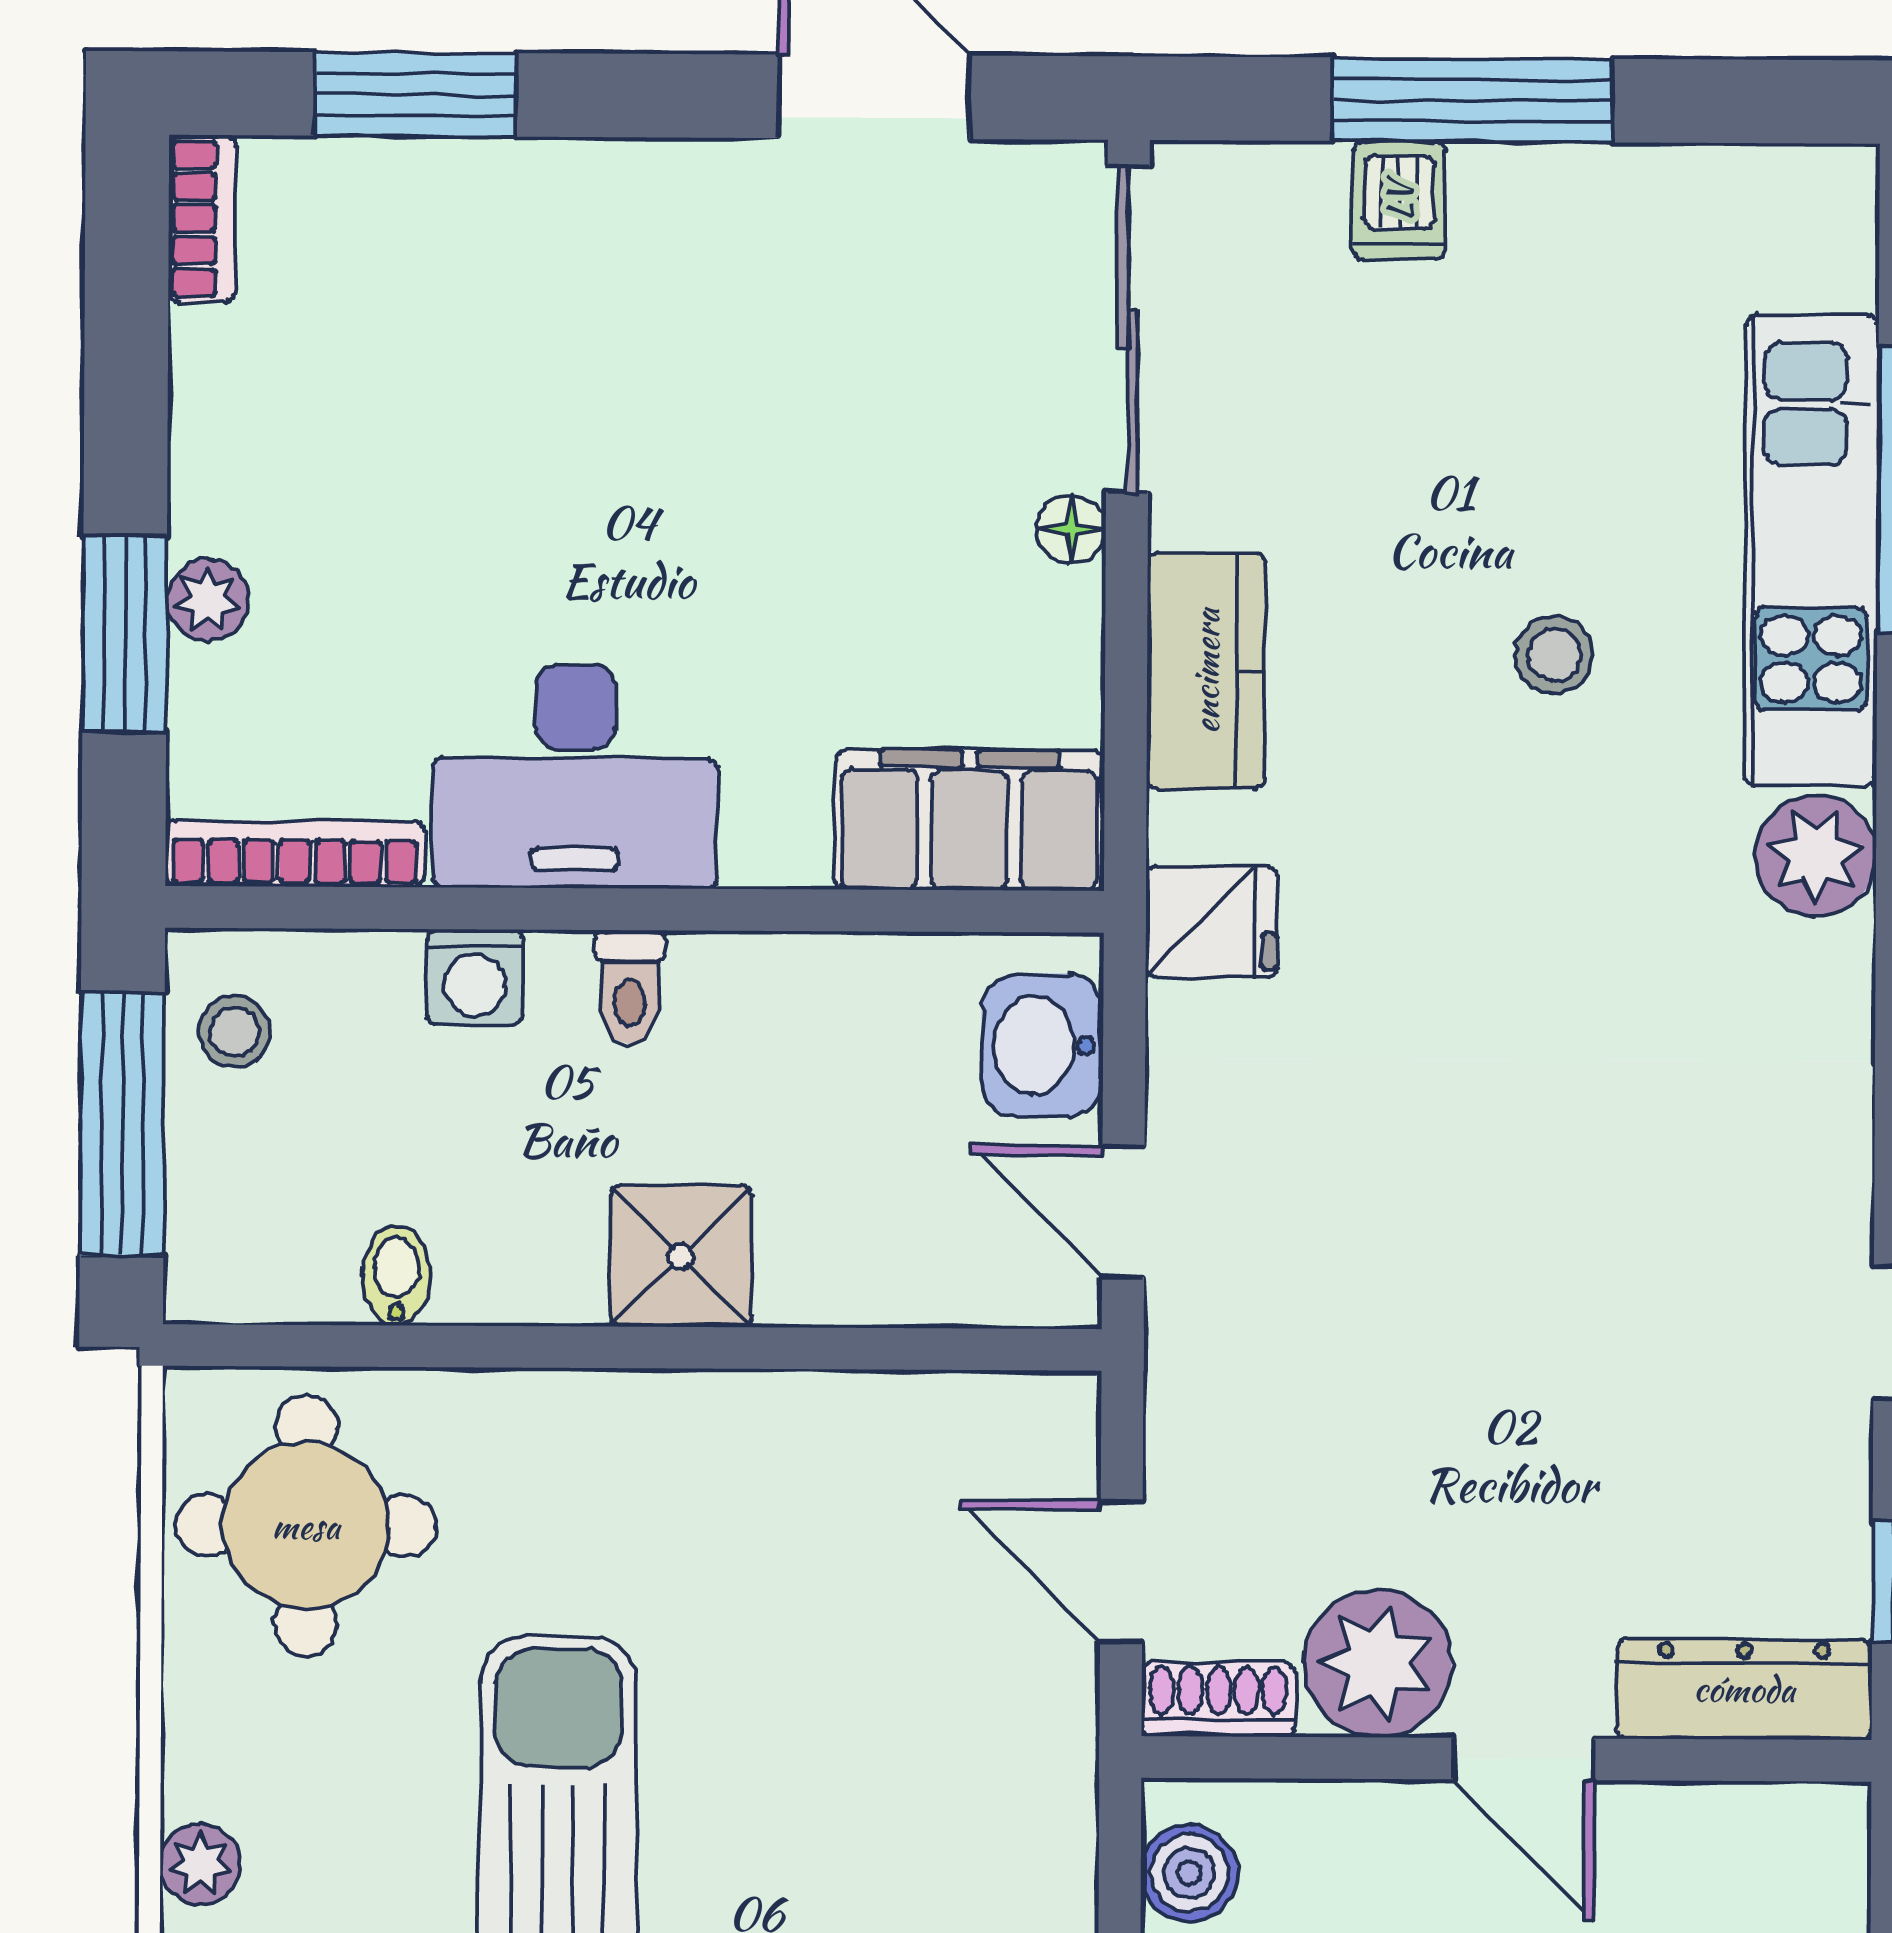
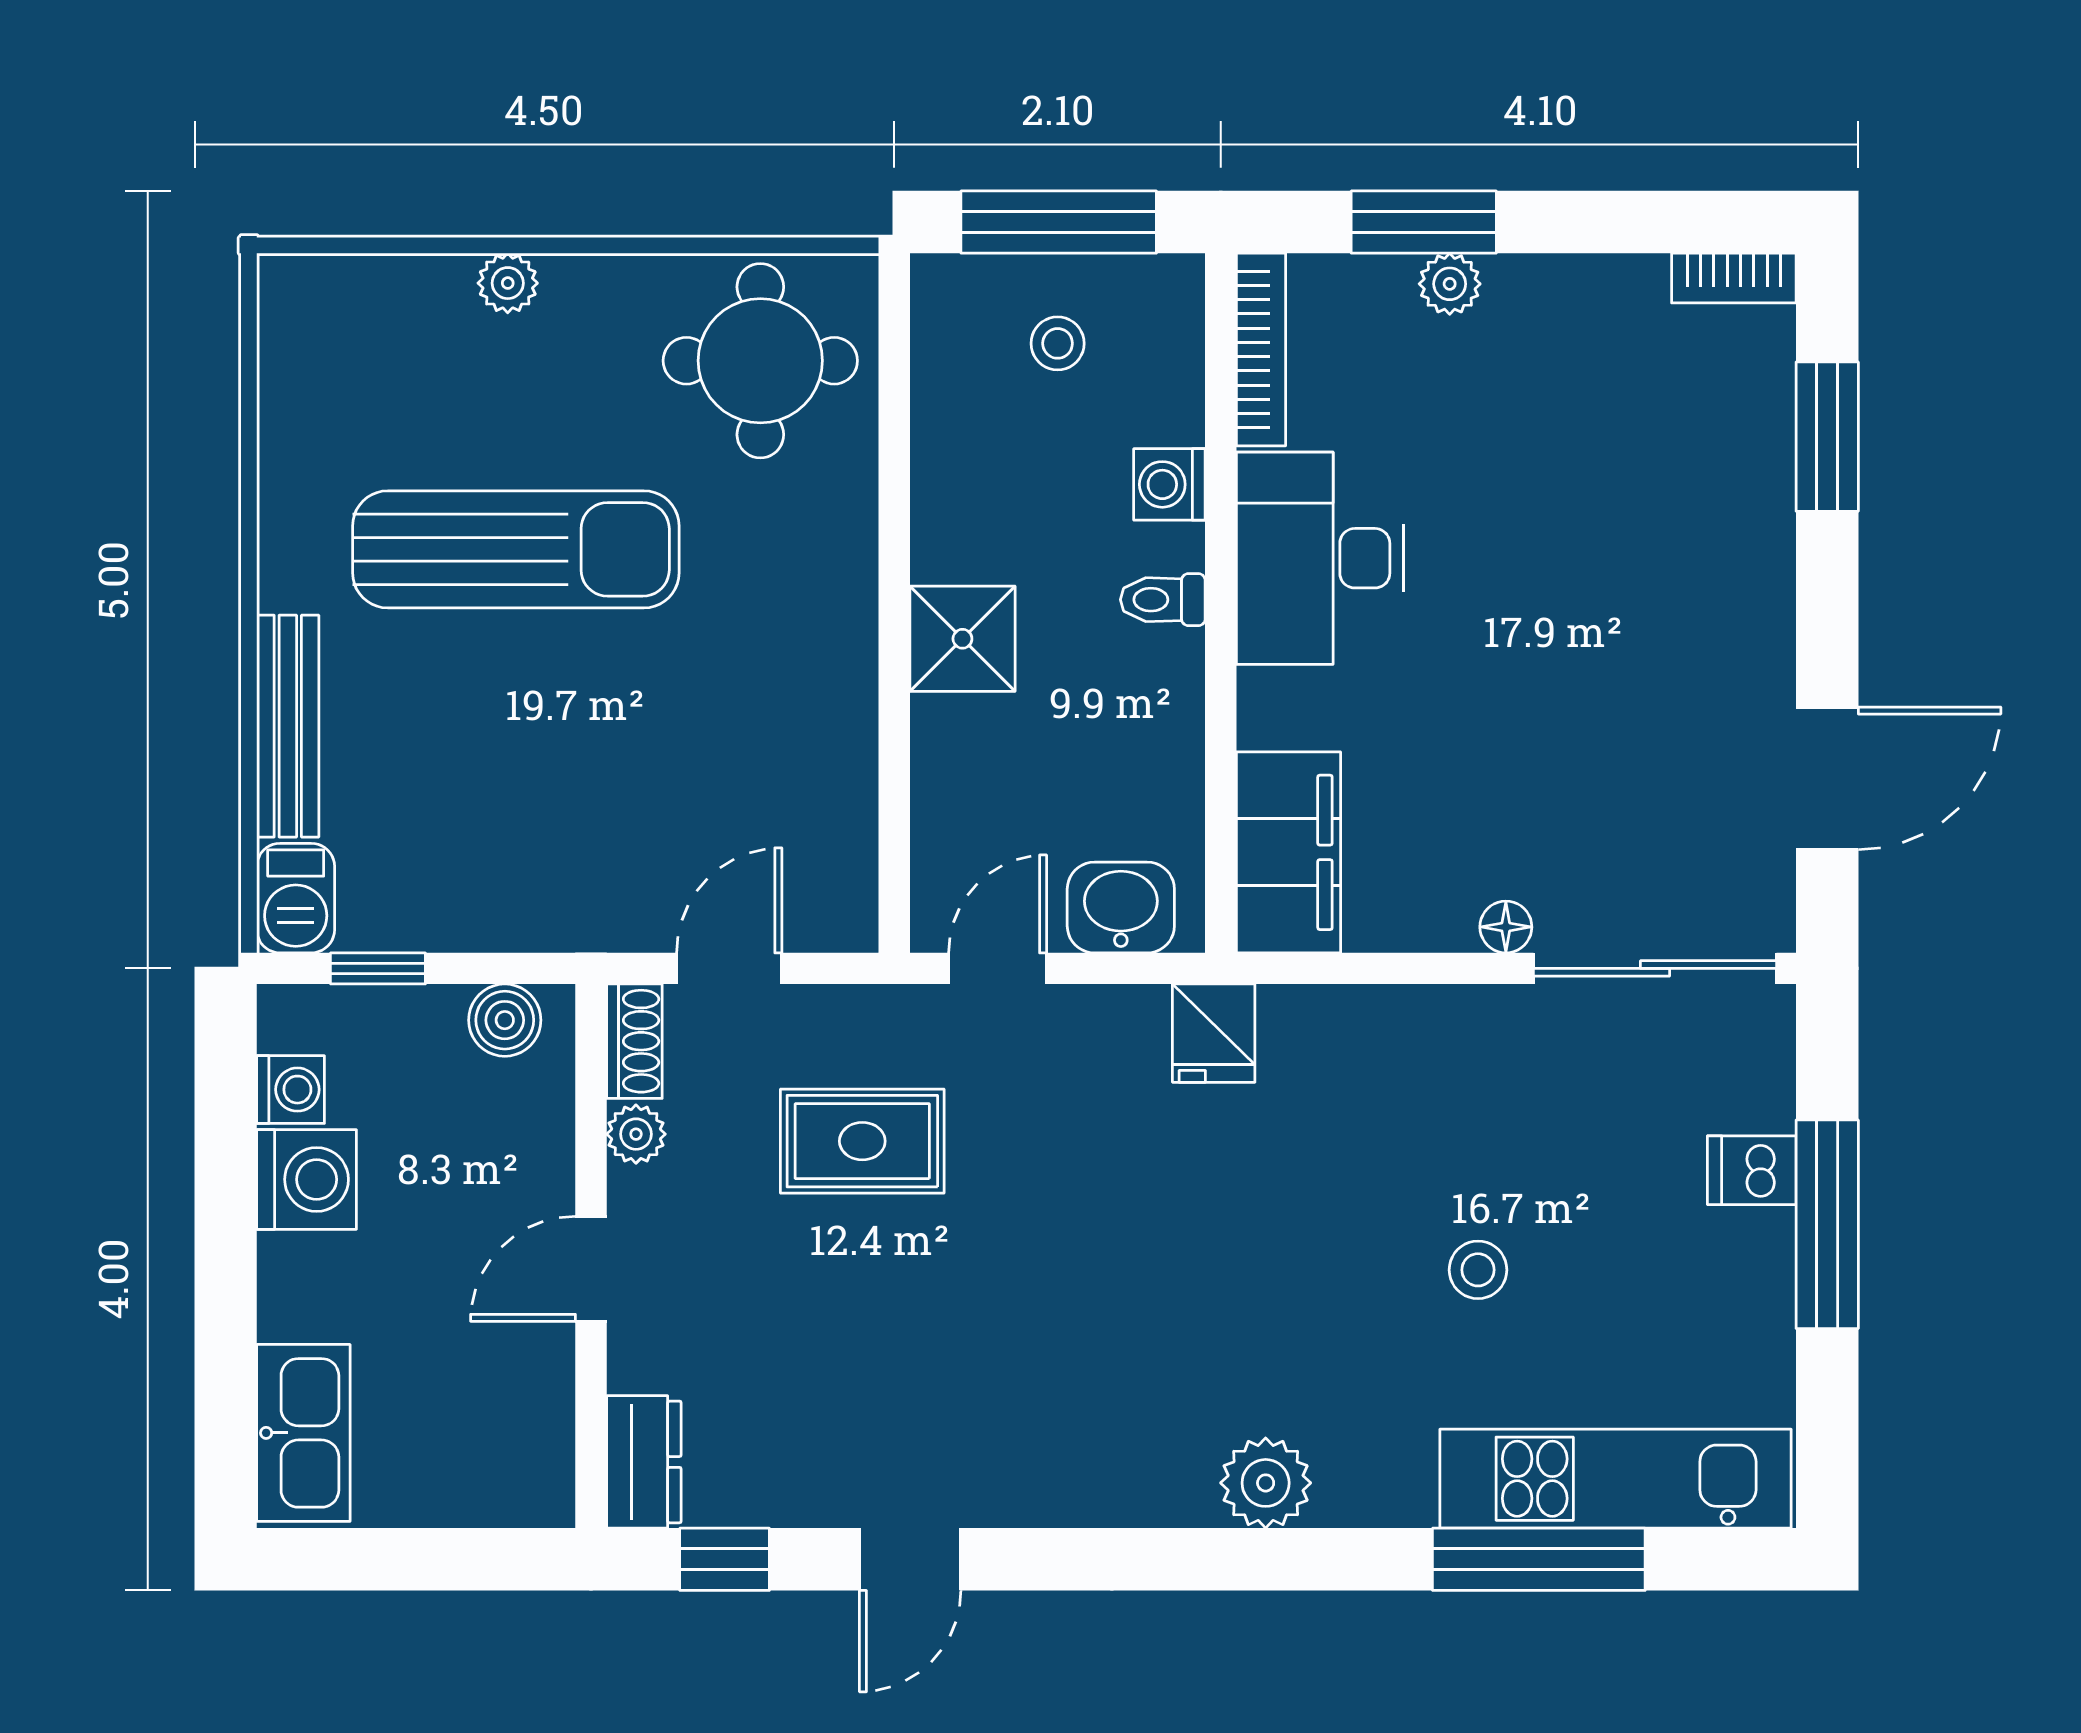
kitchen unit: (1811, 551) -> (1616, 1479), moved
stool: (1554, 655) -> (1478, 1270), moved
kitchen counter: (1206, 671) -> (1401, 1028), removed
stool: (235, 1032) -> (1058, 343), moved
bidet: (396, 1275) -> (947, 427), removed
rug: (1354, 1394) -> (862, 1141), added
plant: (1378, 1663) -> (636, 1134), width x0.53, depth x0.53
dresser: (1744, 1689) -> (644, 1462), width x0.70

